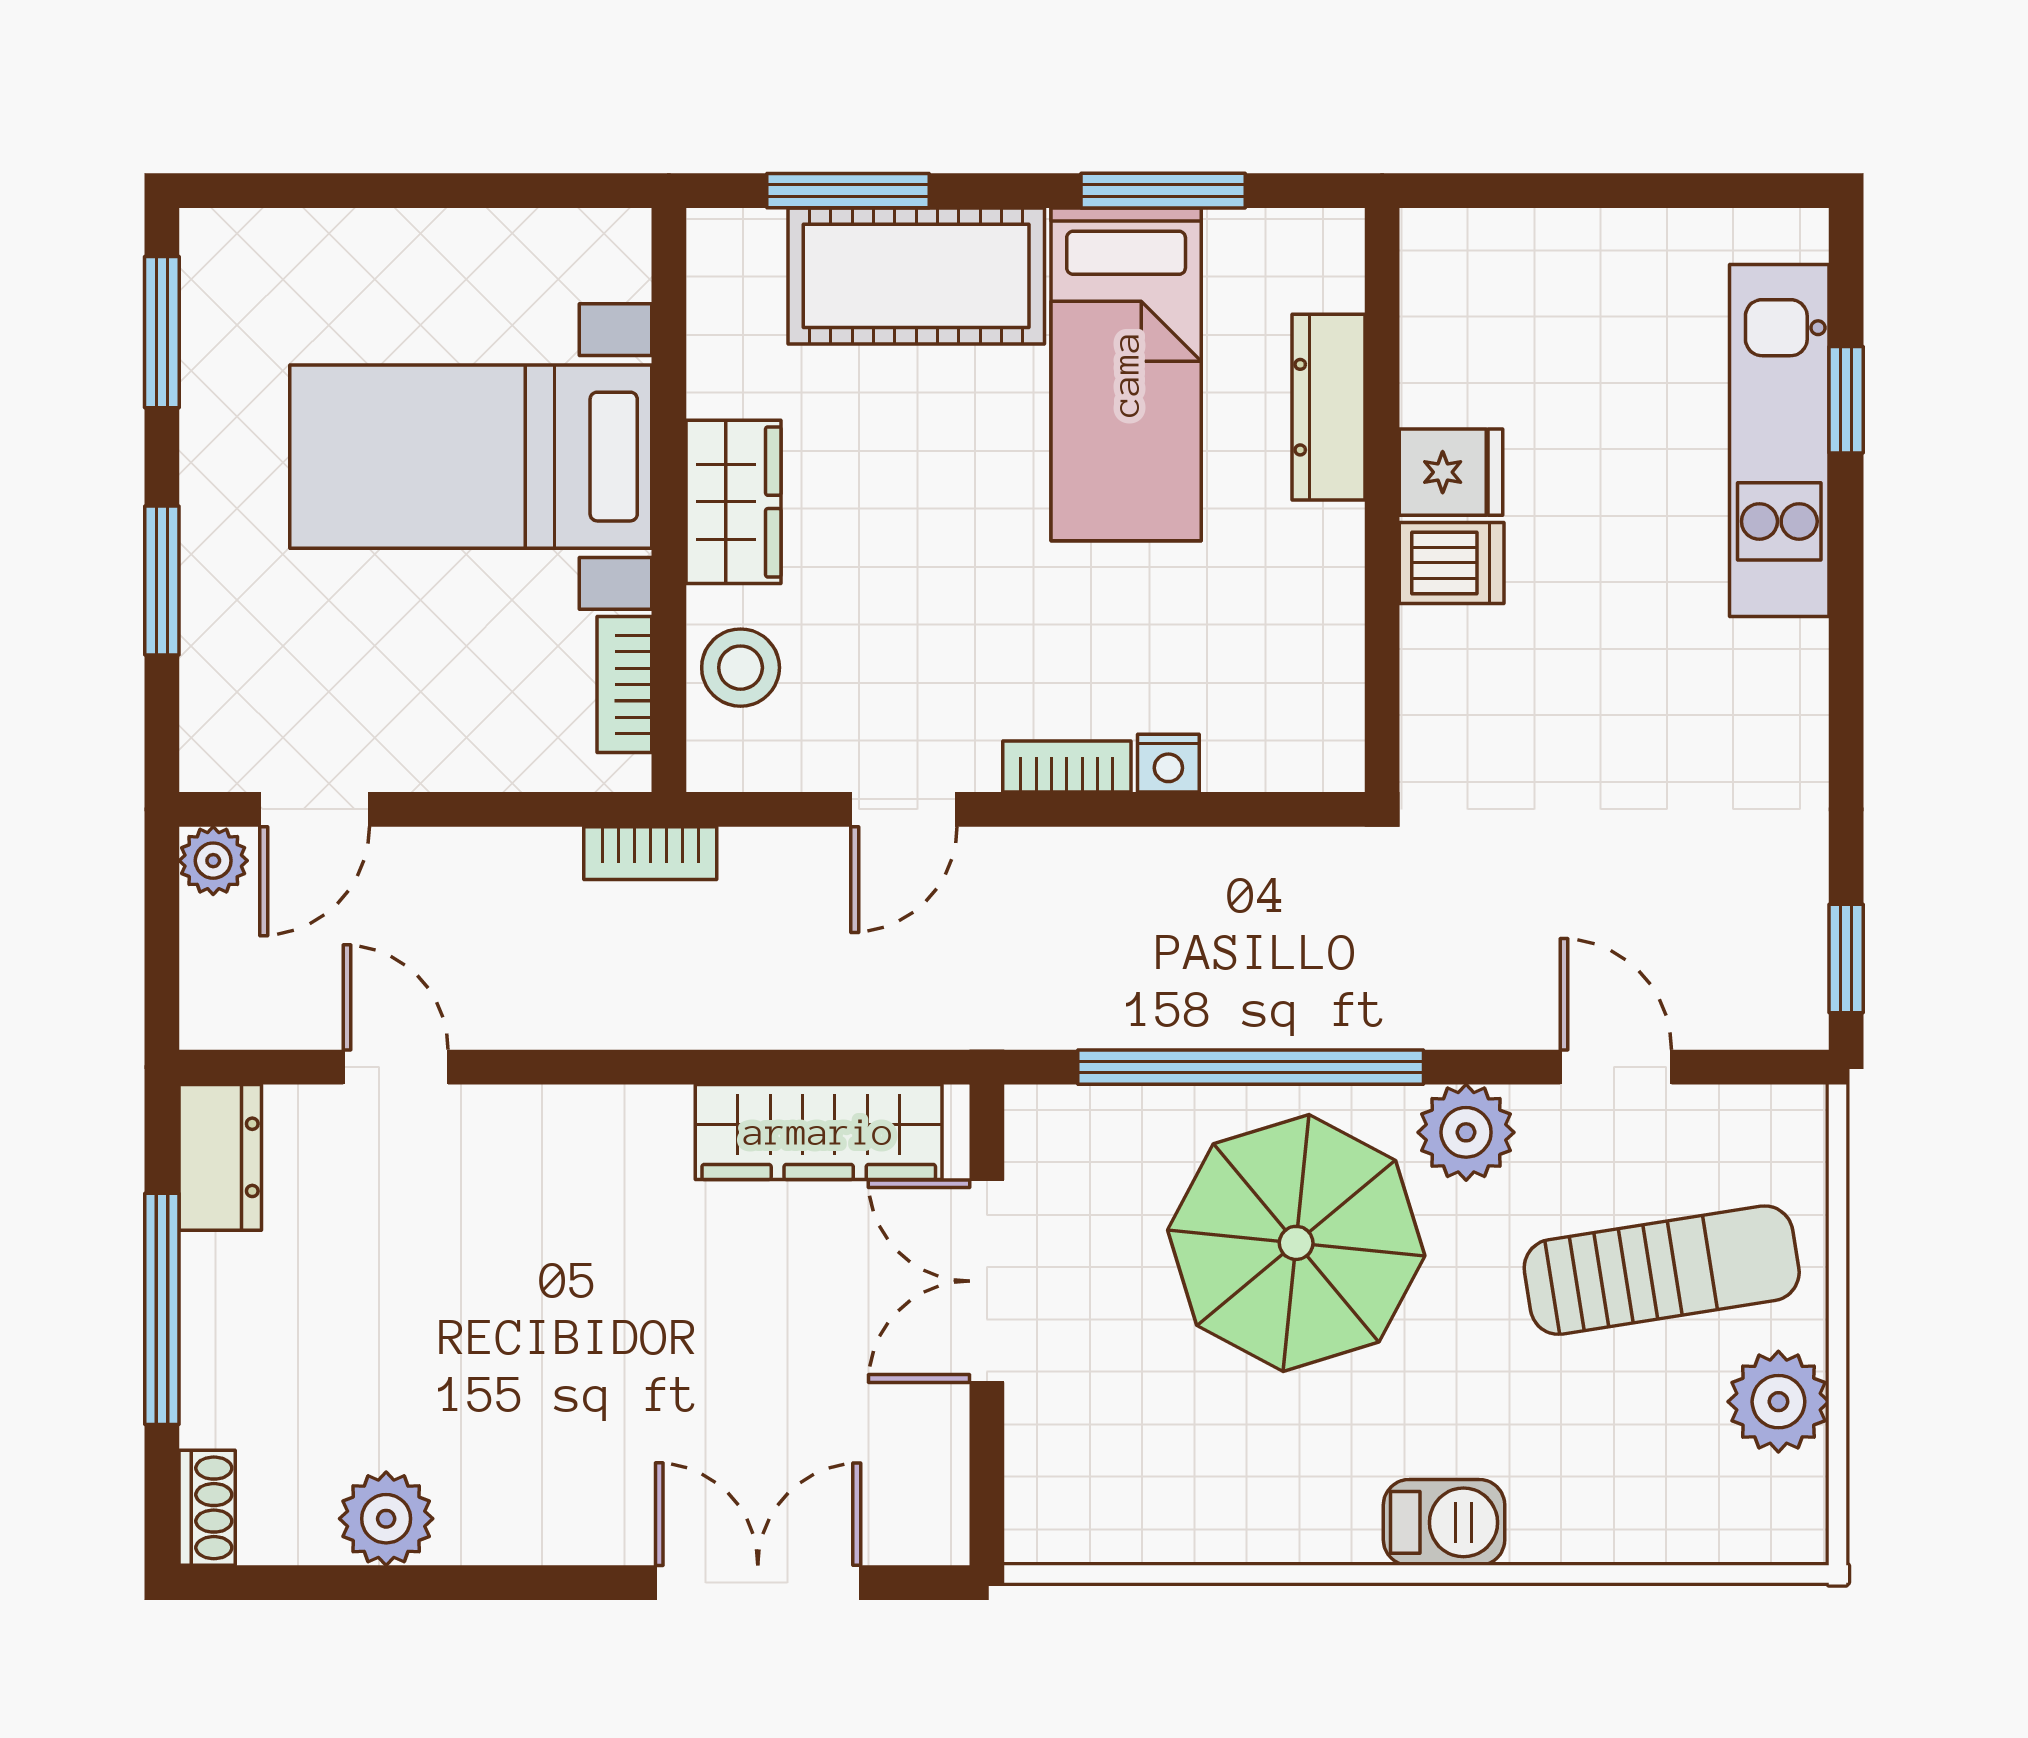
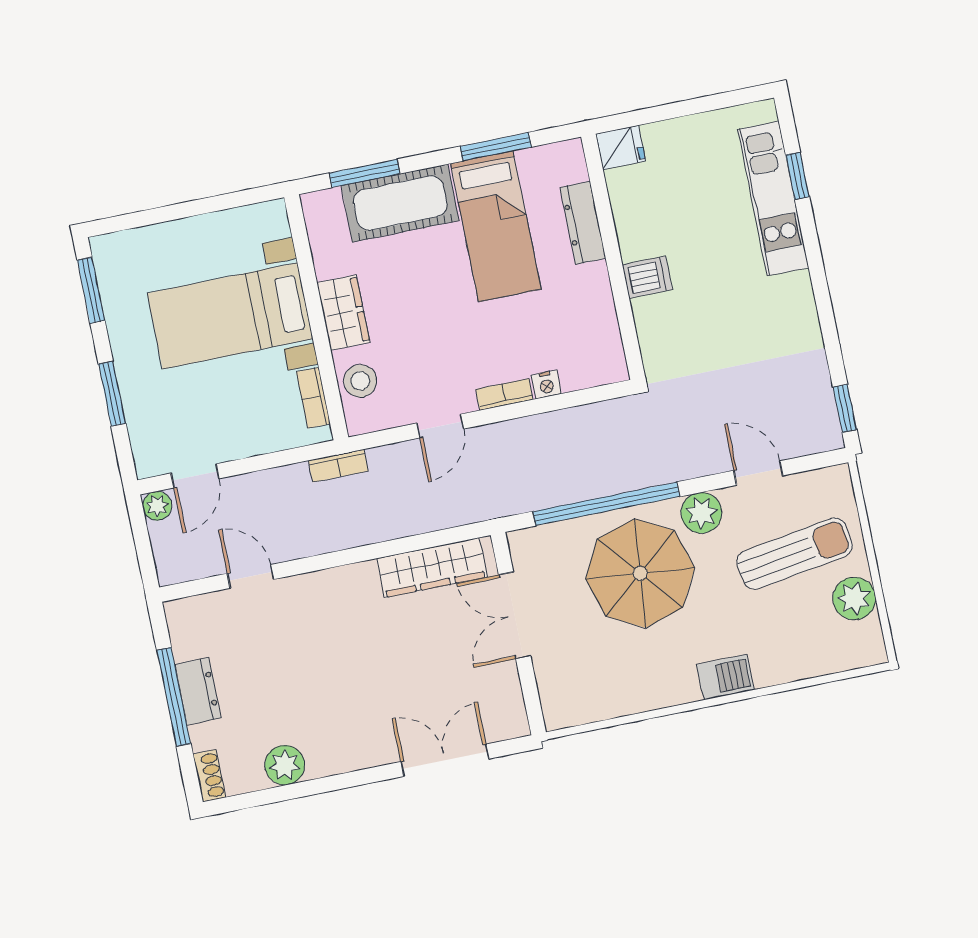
fridge: (1451, 472) -> (621, 147), moved
dresser: (220, 1157) -> (198, 691), moved

